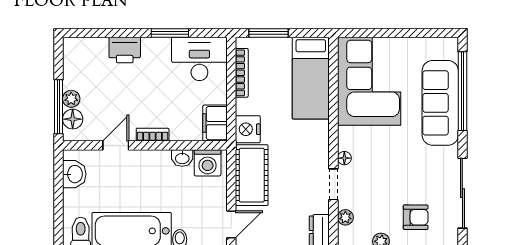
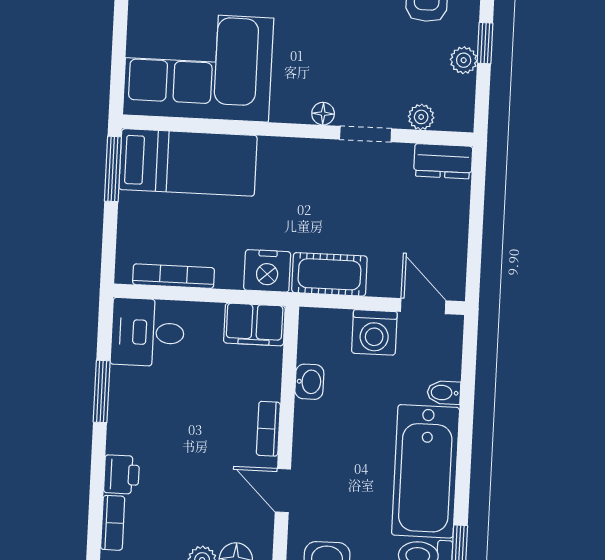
window: (268, 33) -> (113, 169), moved
bookcase: (91, 44) -> (113, 523), added
printer: (125, 50) -> (122, 474), width x0.73, depth x0.81
desk: (199, 59) -> (148, 332), width x0.73
washing machine: (208, 163) -> (374, 332), moved, turned 90
cot: (252, 175) -> (329, 274), width x0.73, depth x0.75

